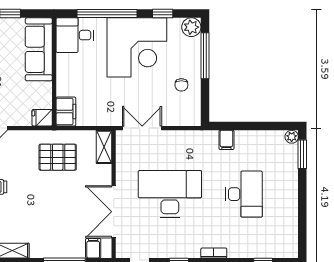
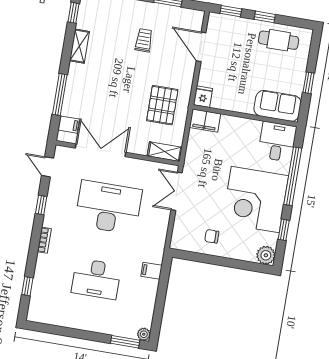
sofa: (39, 49) -> (278, 106), width x0.73
window: (205, 56) -> (236, 264), removed
double door: (142, 128) -> (177, 191), swing flipped
desk: (170, 194) -> (108, 207), turned -90

